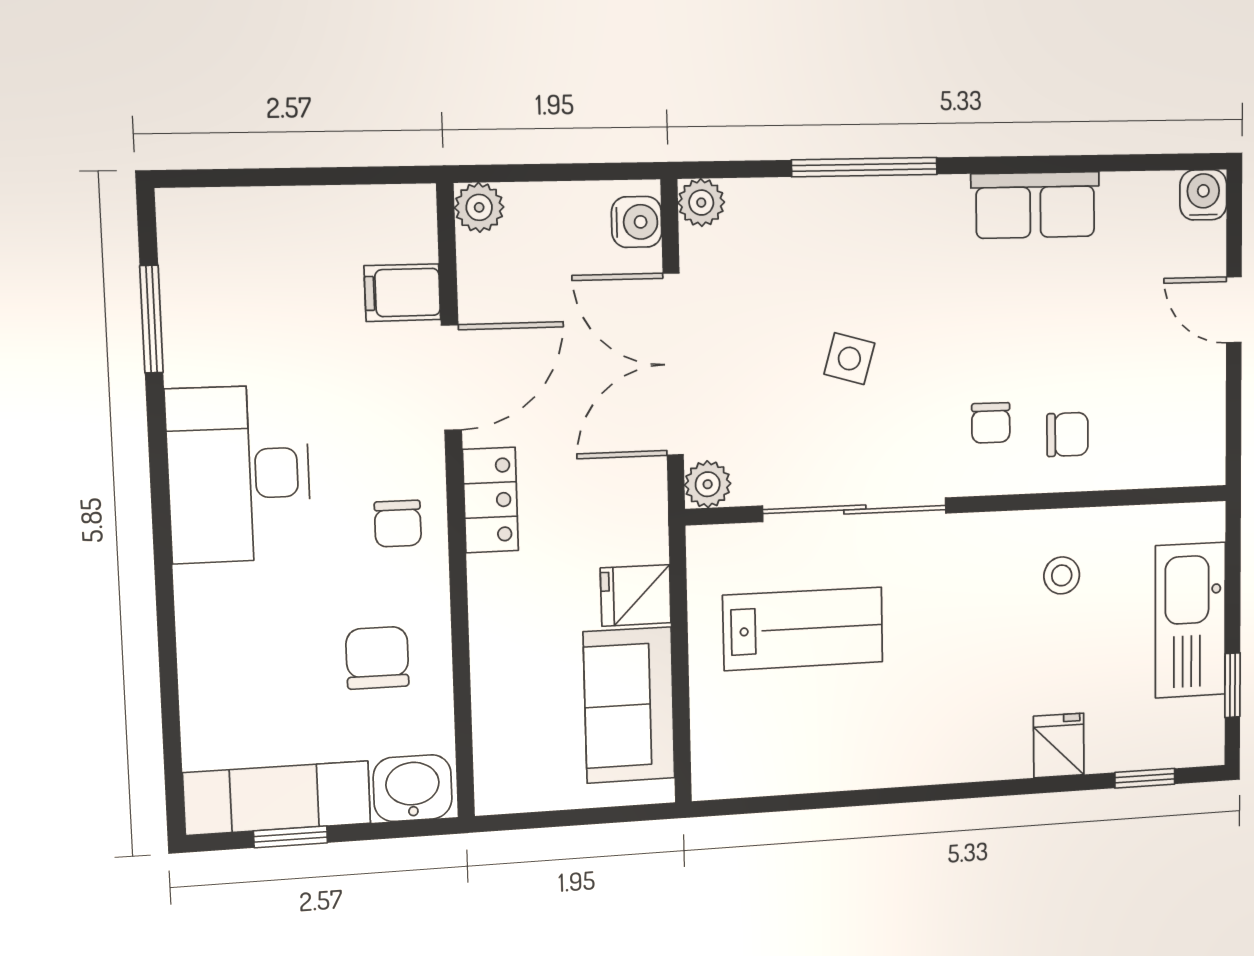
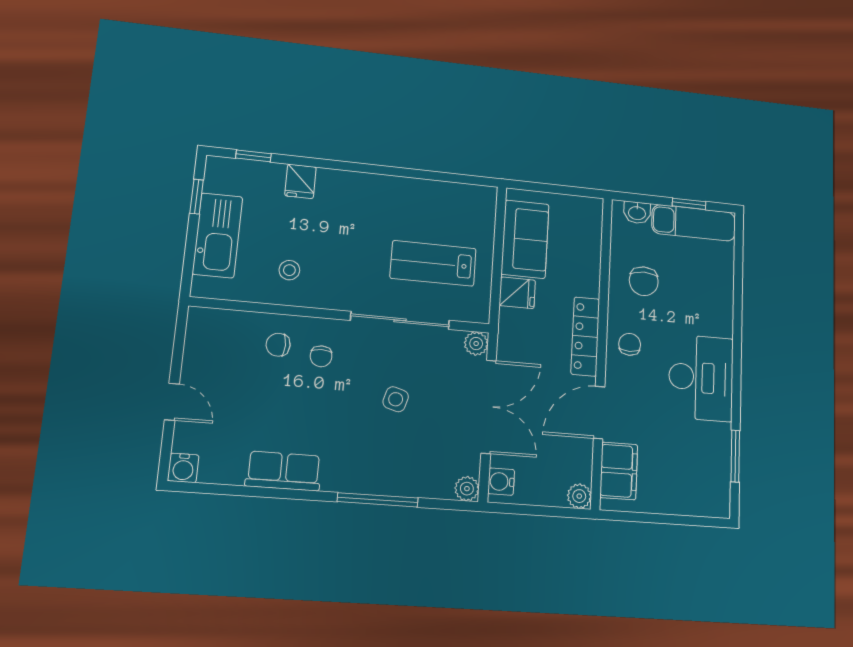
filing cabinet: (402, 293) -> (619, 471), width x2.00
chair: (991, 423) -> (321, 356), turned 180
locker: (491, 500) -> (585, 336), width x1.53
washbasin: (413, 788) -> (637, 213), width x0.72, depth x0.69

